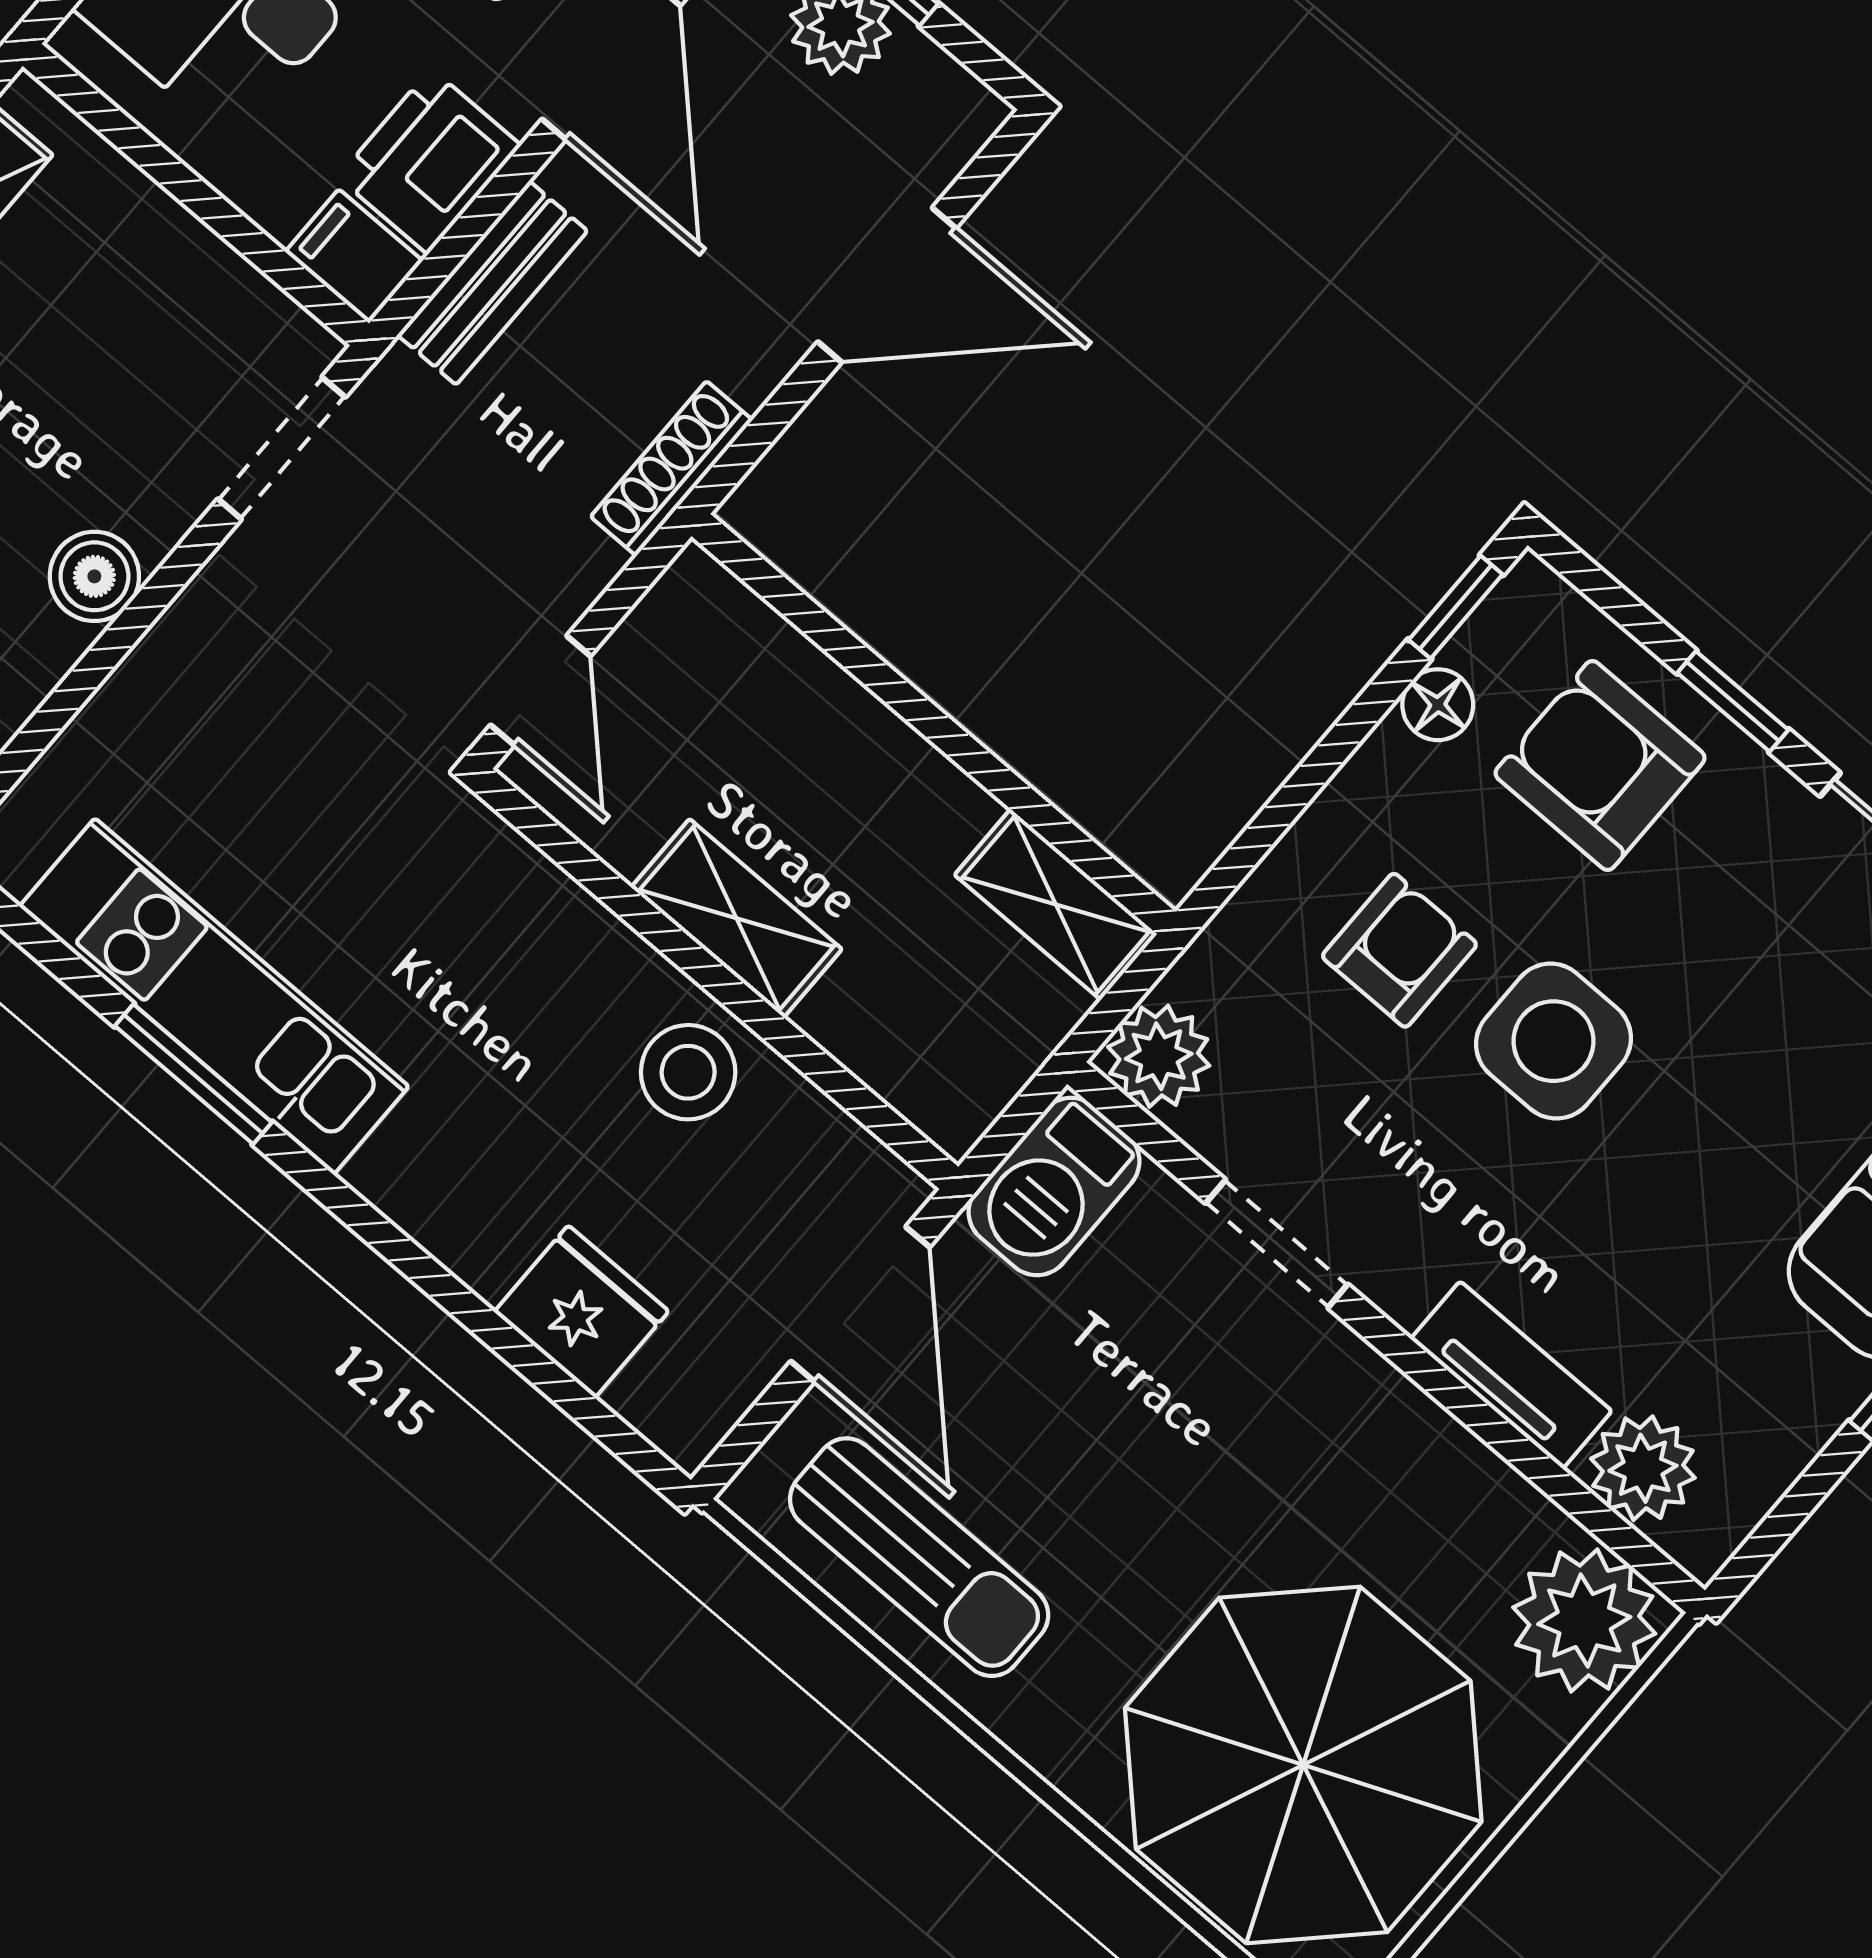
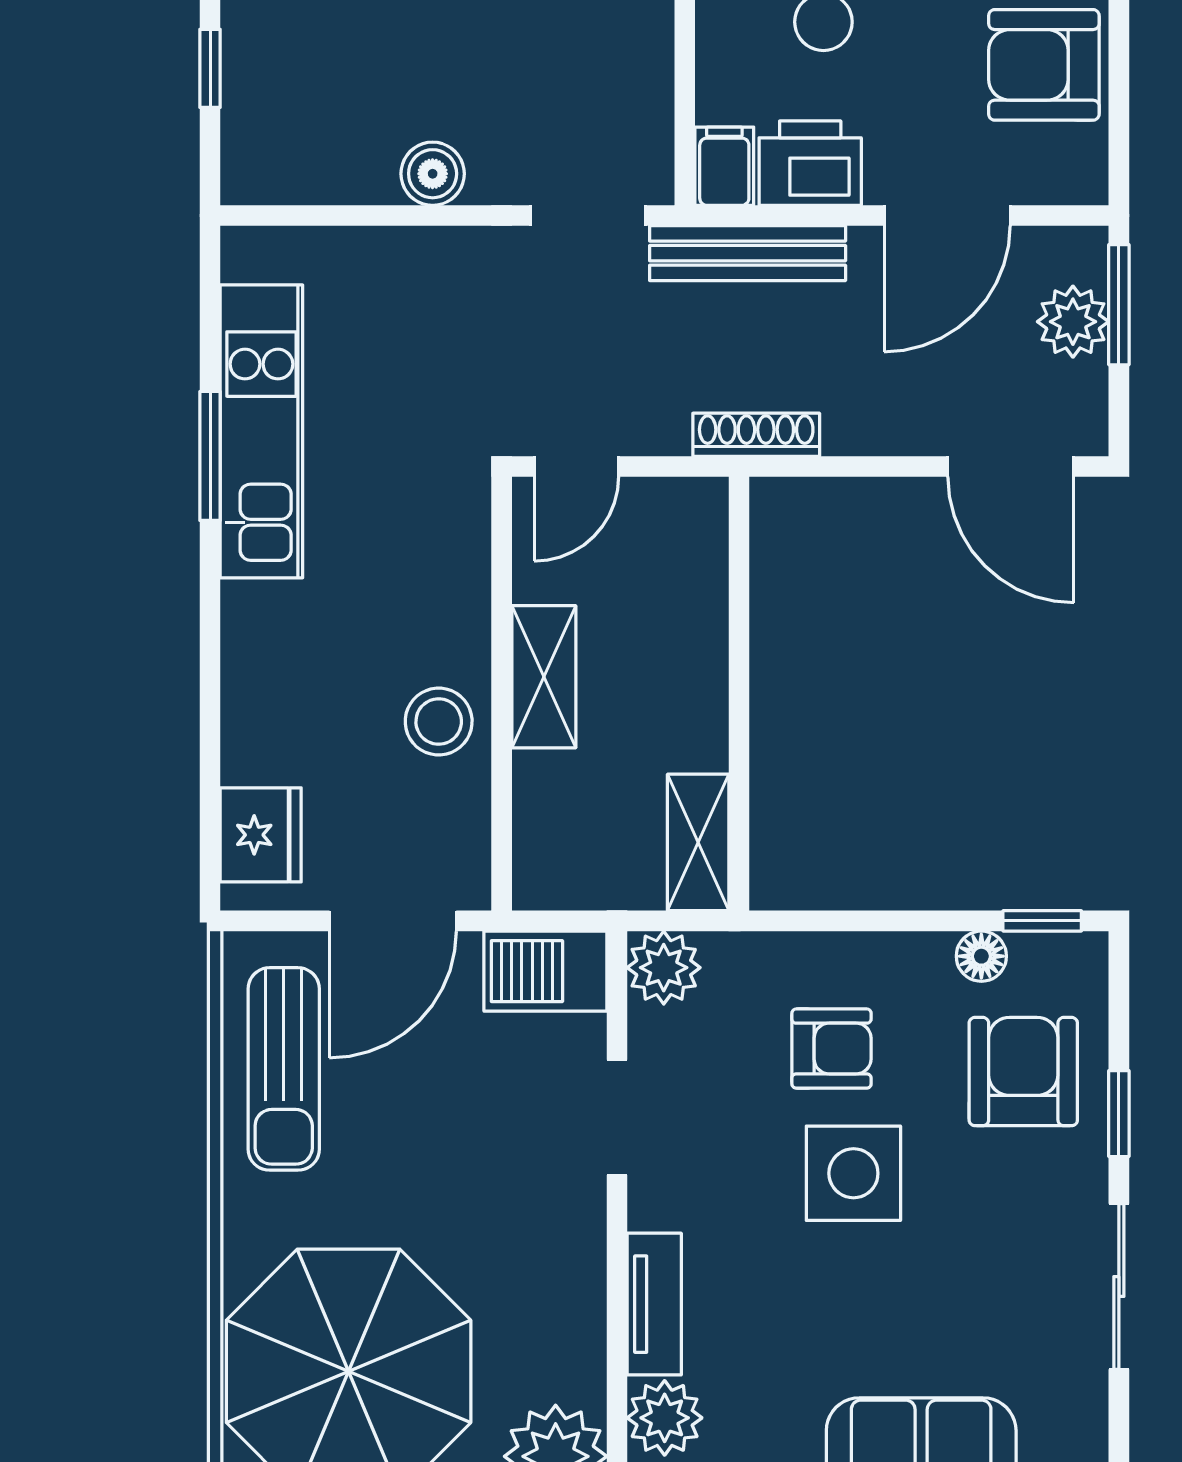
bench: (493, 283) -> (748, 253), width x1.36
door: (887, 285) -> (1011, 466), moved
fridge: (581, 1312) -> (261, 835), moved

